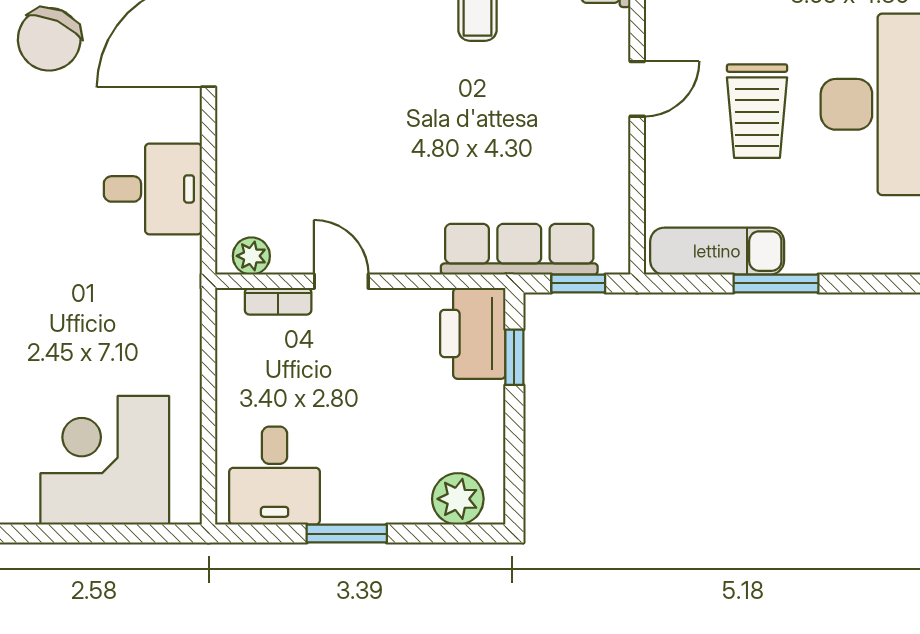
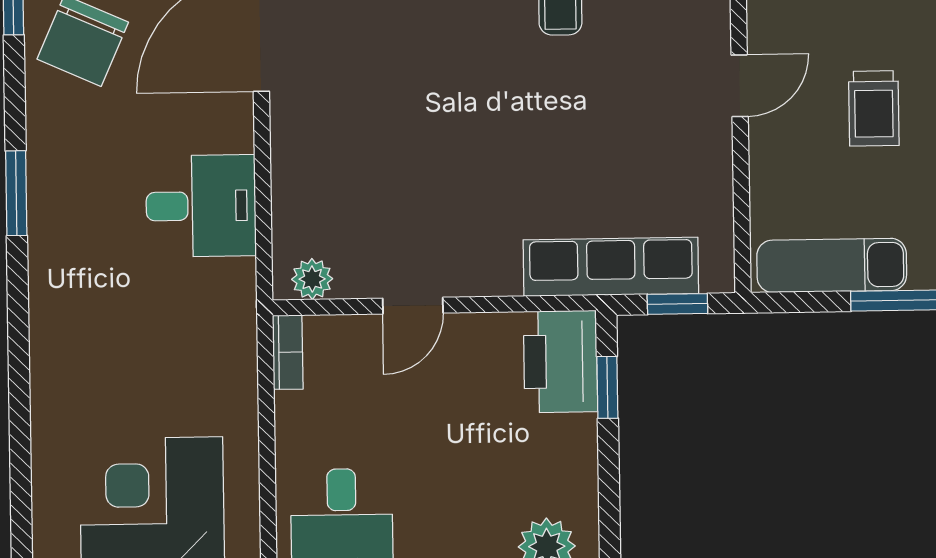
trolley: (757, 111) -> (874, 108), width x0.73, depth x0.72
door: (341, 281) -> (413, 306), swing flipped
bookcase: (278, 301) -> (288, 352), moved, turned -90

